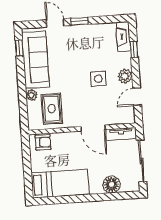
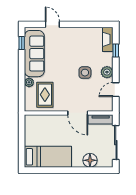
window: (80, 21) -> (73, 24), removed
armchair: (43, 142) -> (36, 122), removed

